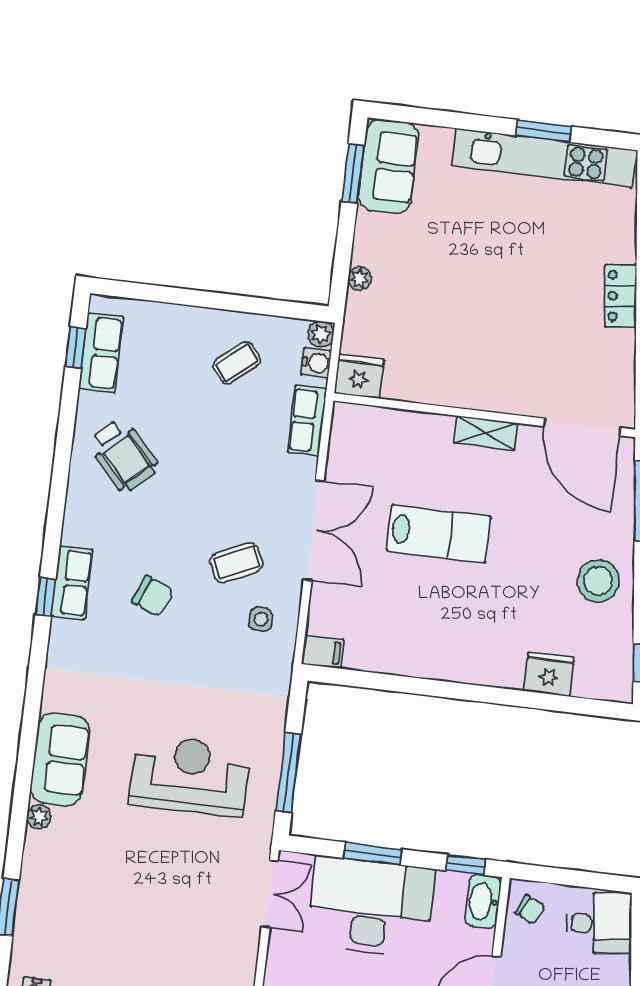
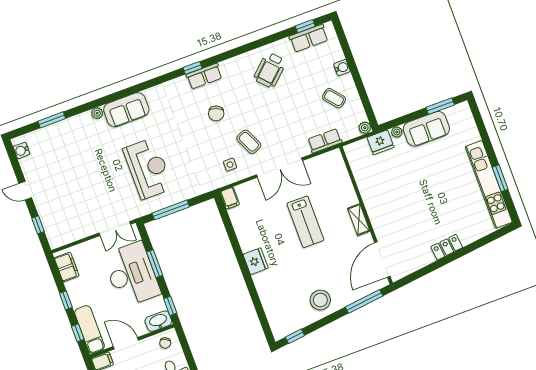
sofa: (388, 166) -> (426, 129), moved
water cooler: (316, 363) -> (342, 68), moved, turned -90
fridge: (359, 376) -> (380, 142), moved, turned 90
fridge: (549, 674) -> (256, 261), moved

